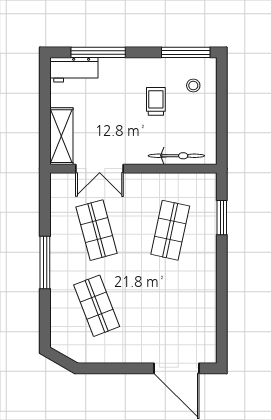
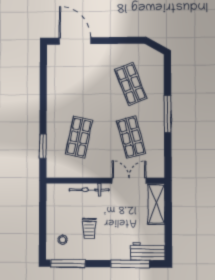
bicycle: (176, 156) -> (89, 190), moved

